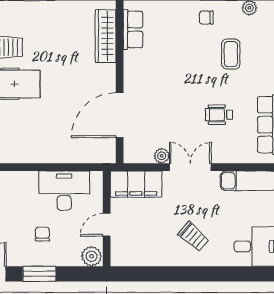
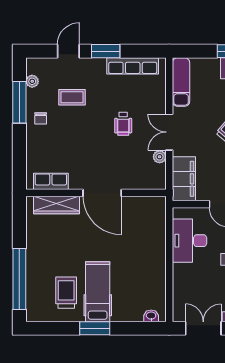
door: (120, 115) -> (102, 193), moved
wheelchair: (219, 115) -> (123, 124), moved

